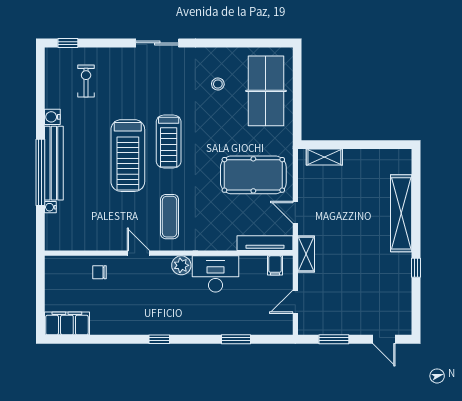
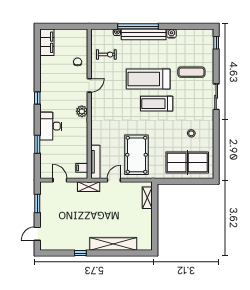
exercise bike: (86, 81) -> (106, 55), moved
exercise mat: (170, 217) -> (191, 72), moved
desk: (215, 274) -> (51, 126), moved, turned 180

